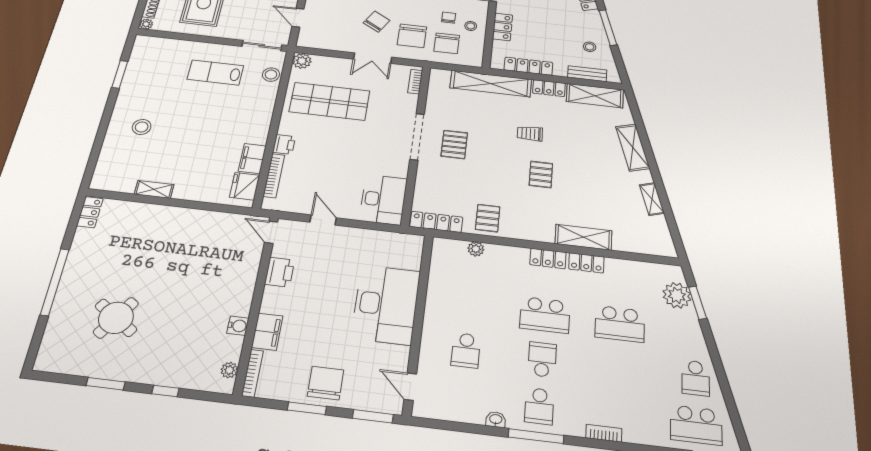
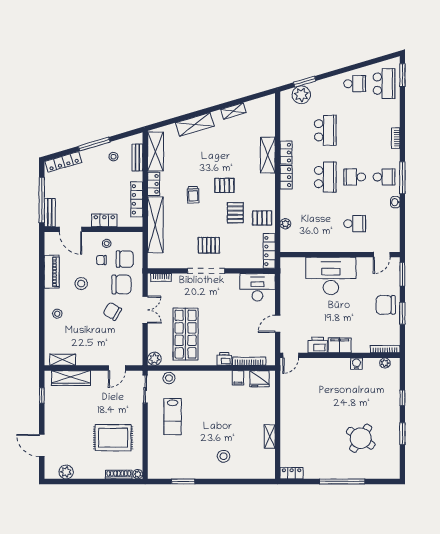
filing cabinet: (252, 158) -> (238, 378), width x0.50
pallet: (499, 184) -> (235, 213), added
filing cabinet: (267, 332) -> (340, 345), moved

